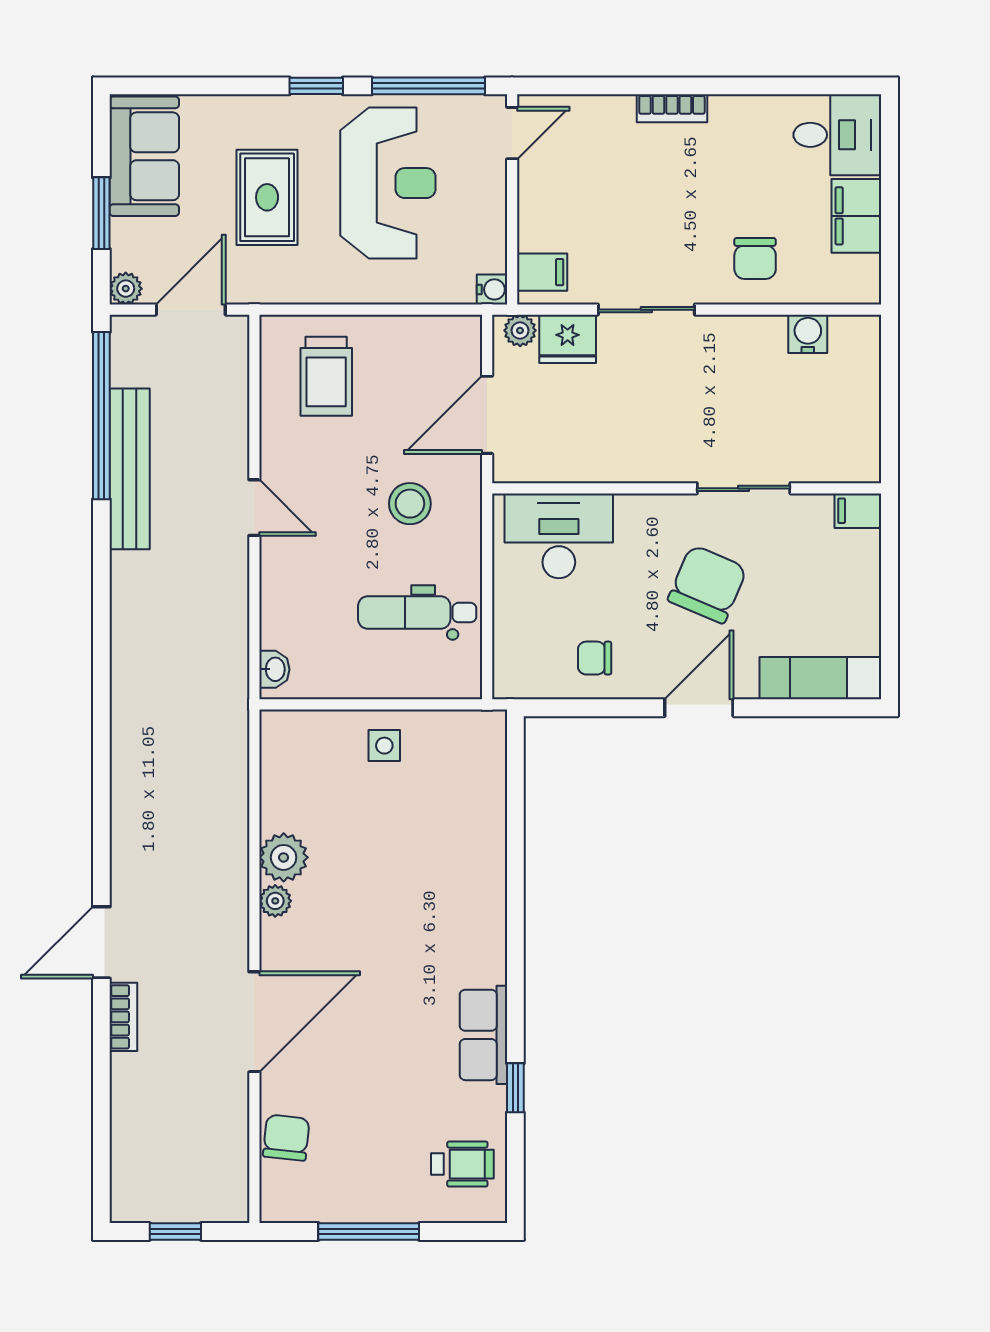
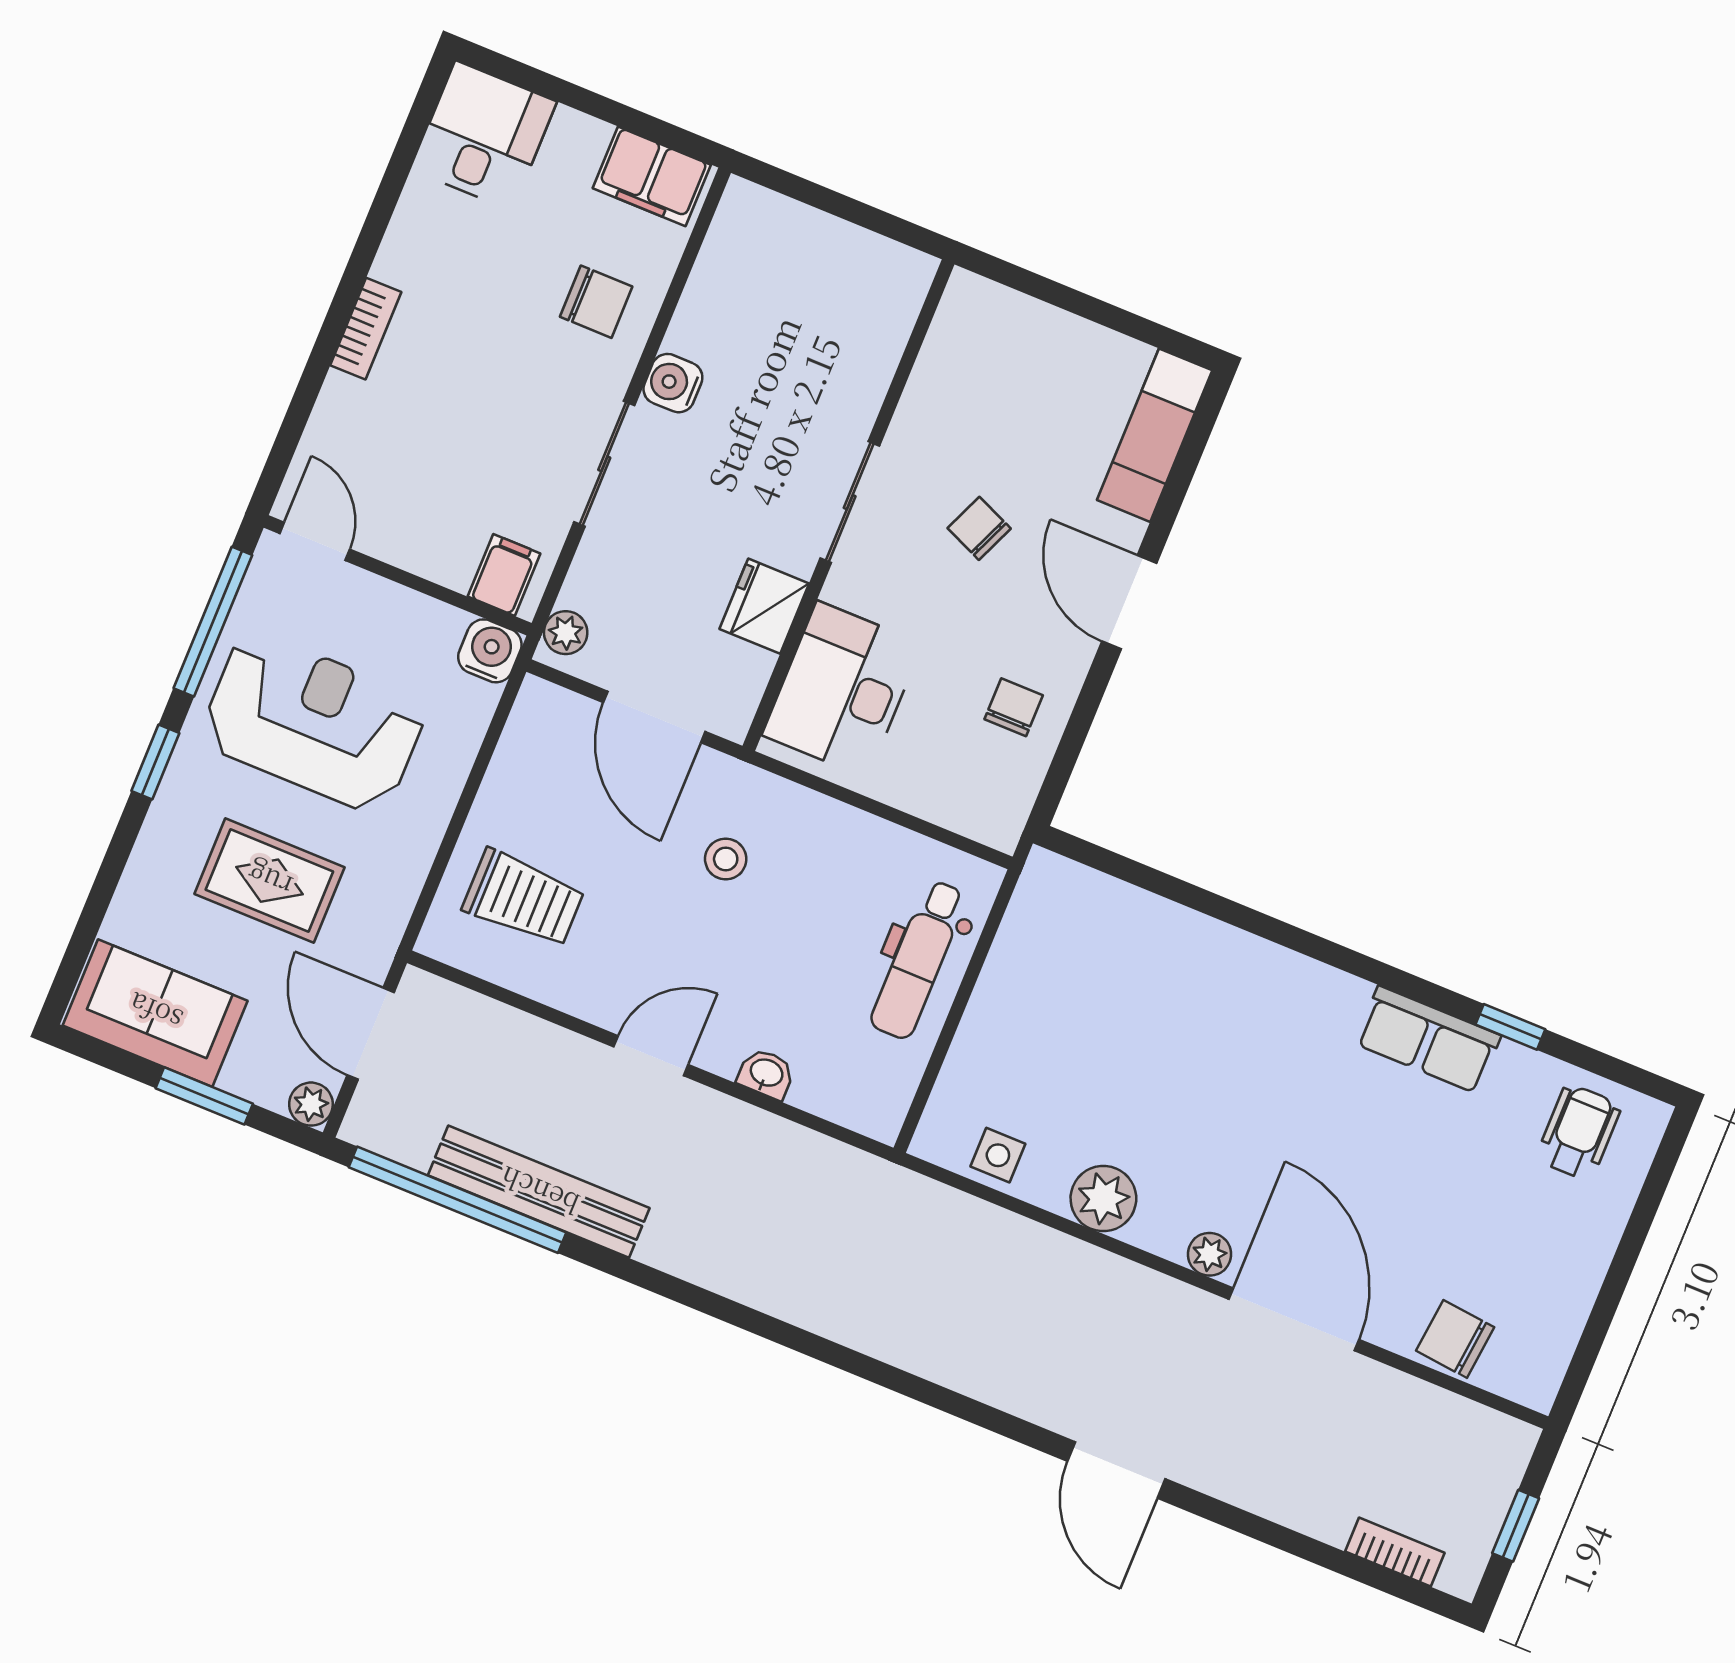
filing cabinet: (856, 216) -> (652, 176), moved
water cooler: (492, 289) -> (490, 651), width x1.38, depth x1.38
water cooler: (808, 334) -> (673, 383), moved
fridge: (568, 339) -> (764, 606), moved, turned 180
sliding door: (744, 488) -> (850, 502), moved
stool: (410, 504) -> (726, 859), width x0.73, depth x0.73
filing cabinet: (858, 511) -> (964, 303), removed
chair: (707, 584) -> (979, 528), width x0.54, depth x0.54
dental chair: (417, 613) -> (918, 960), moved
chair: (595, 658) -> (1014, 707), turned 180
washbasin: (274, 669) -> (766, 1074), moved
side table: (384, 746) -> (998, 1155), moved
plant: (275, 901) -> (1210, 1254), moved
bookcase: (123, 1017) -> (1395, 1552), moved
window: (369, 1231) -> (1615, 1284), removed

